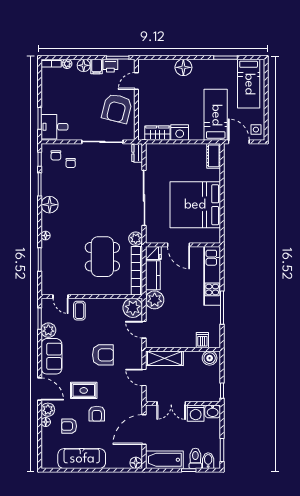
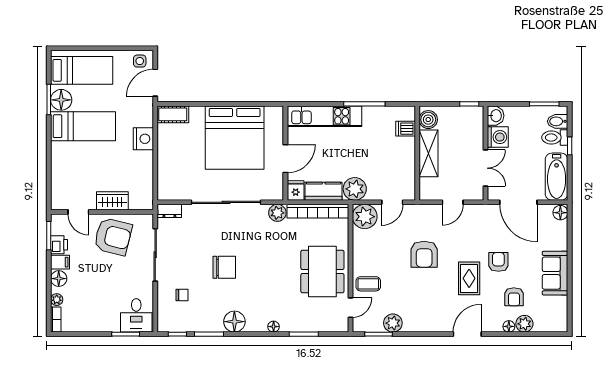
floor lamp: (183, 67) -> (61, 100), moved
bed: (216, 115) -> (83, 126), moved, turned 180
nightstand: (180, 132) -> (143, 139), moved
wardrobe: (157, 133) -> (112, 201), moved, turned 90
chair: (56, 155) -> (224, 267), moved, width x1.87, depth x1.87
dining table: (102, 257) -> (322, 272), moved, turned 90
armchair: (103, 355) -> (424, 254), turned 180
sofa: (51, 356) -> (426, 319), removed
shelving: (165, 358) -> (428, 153), moved
plant: (48, 410) -> (524, 324), moved
armchair: (97, 414) -> (498, 262), turned -90
sofa: (82, 459) -> (555, 273), width x0.73

